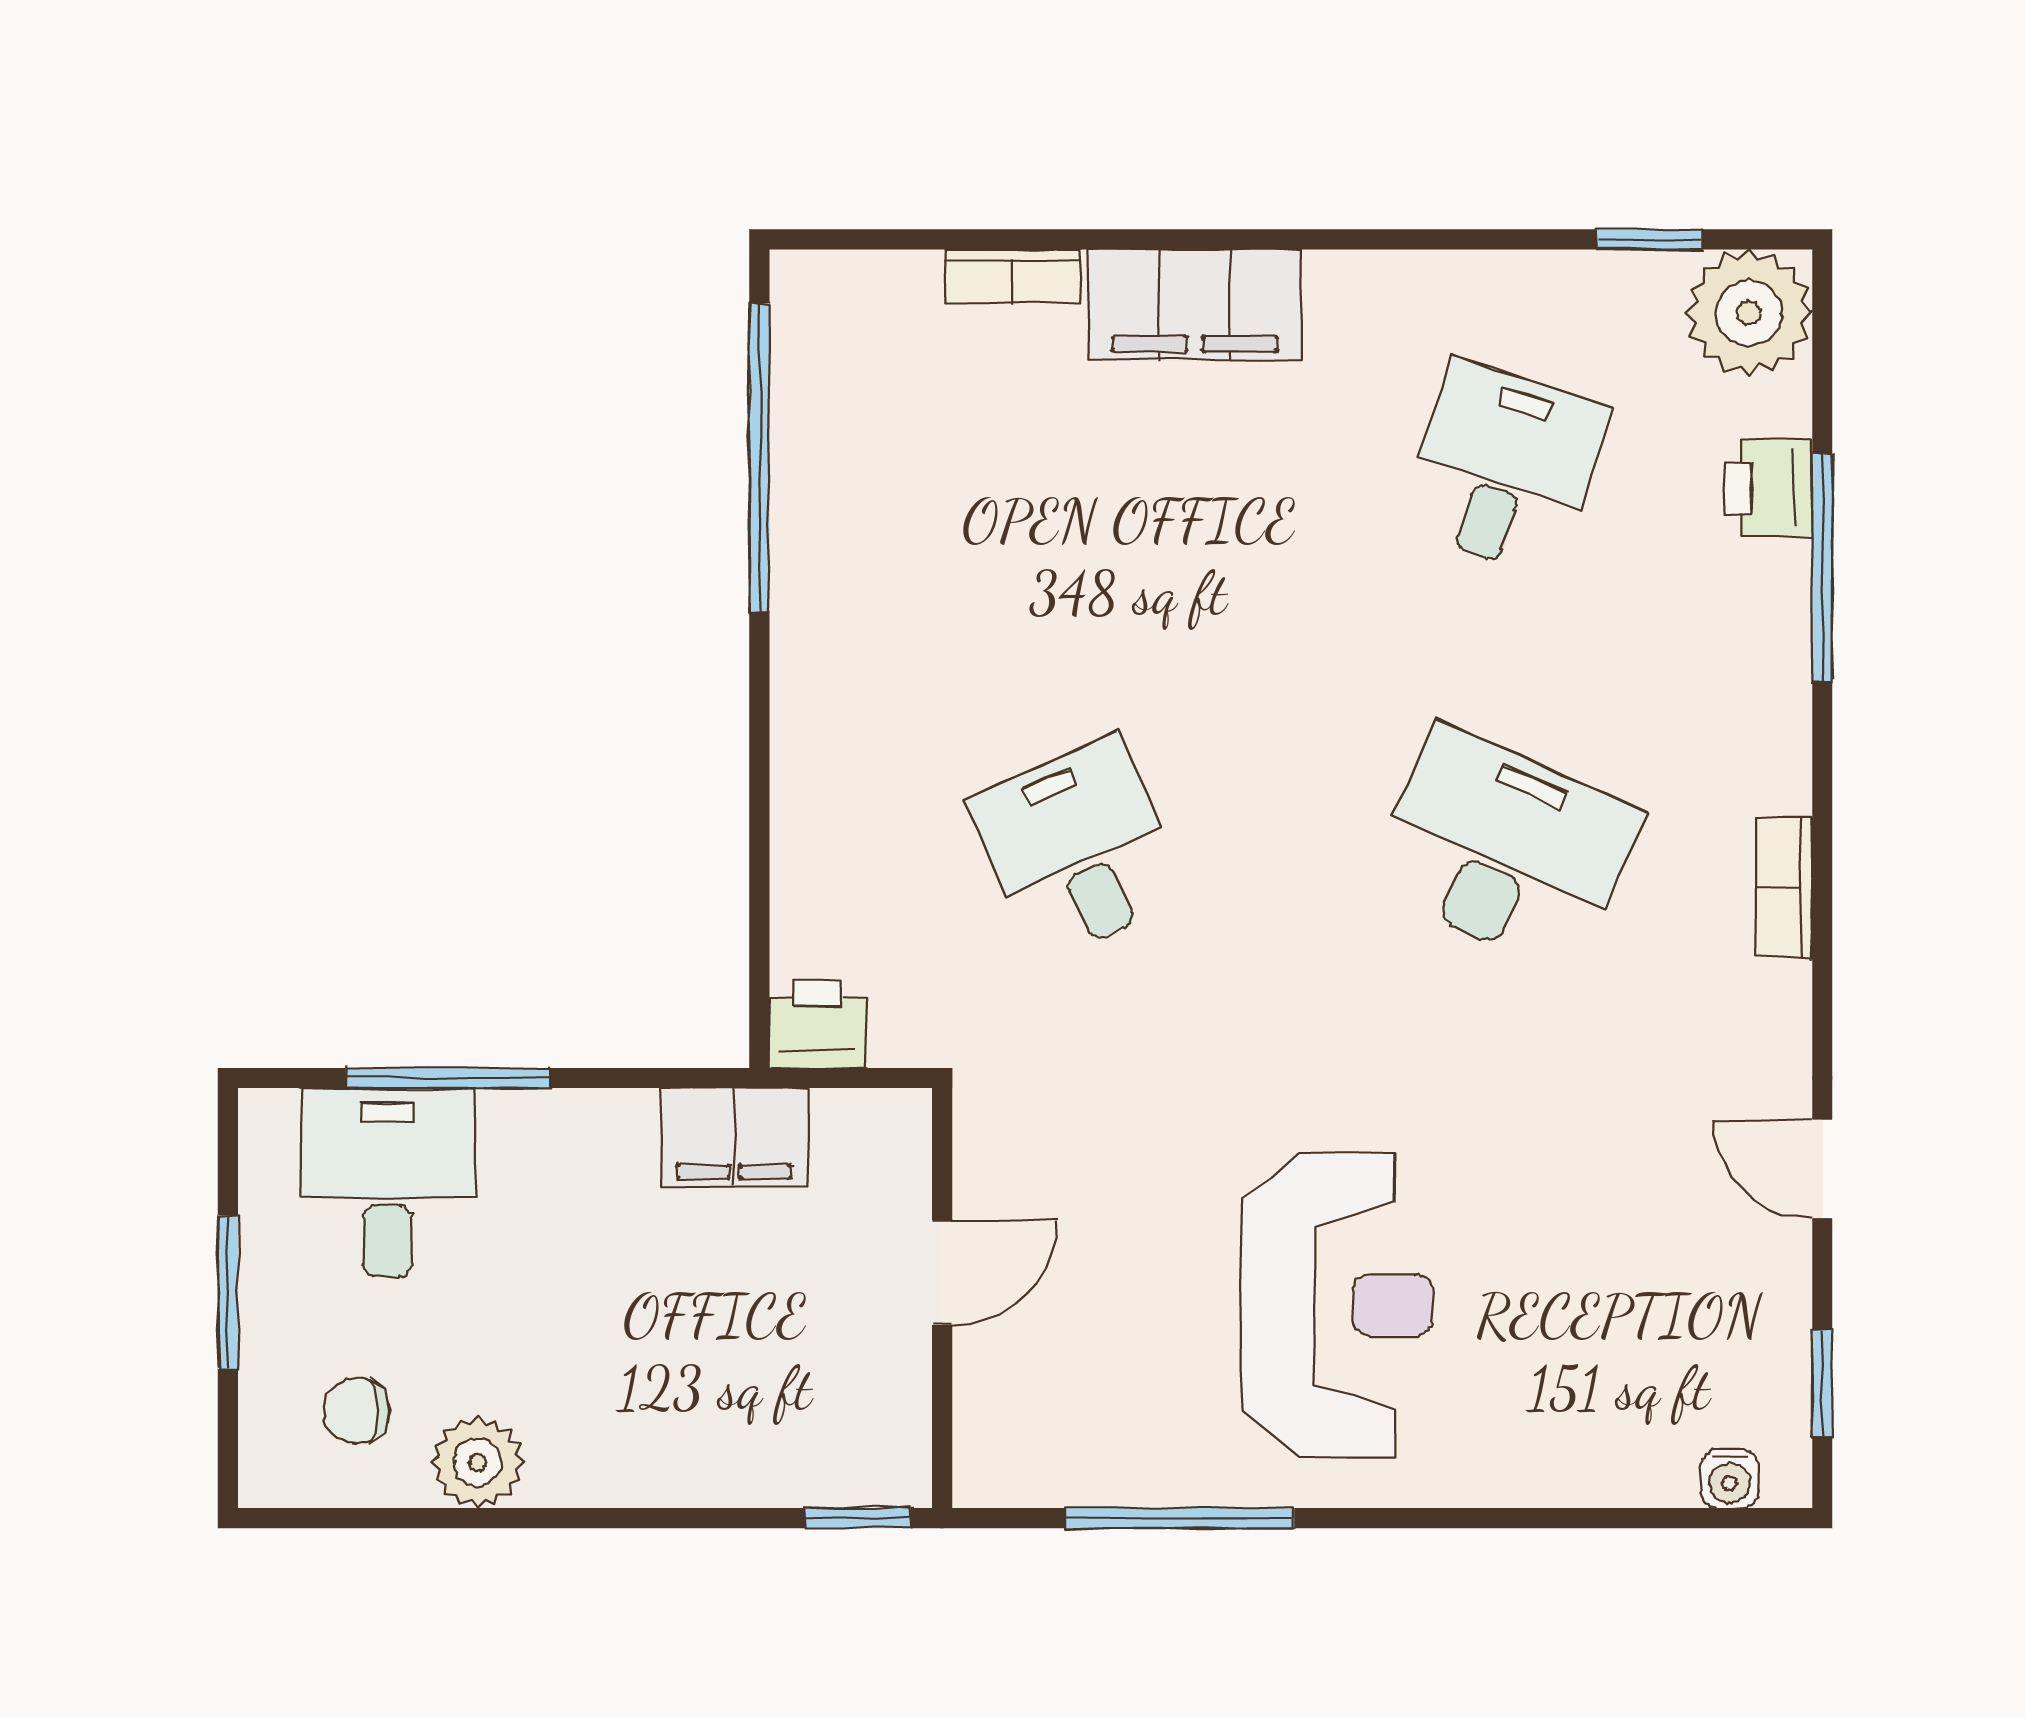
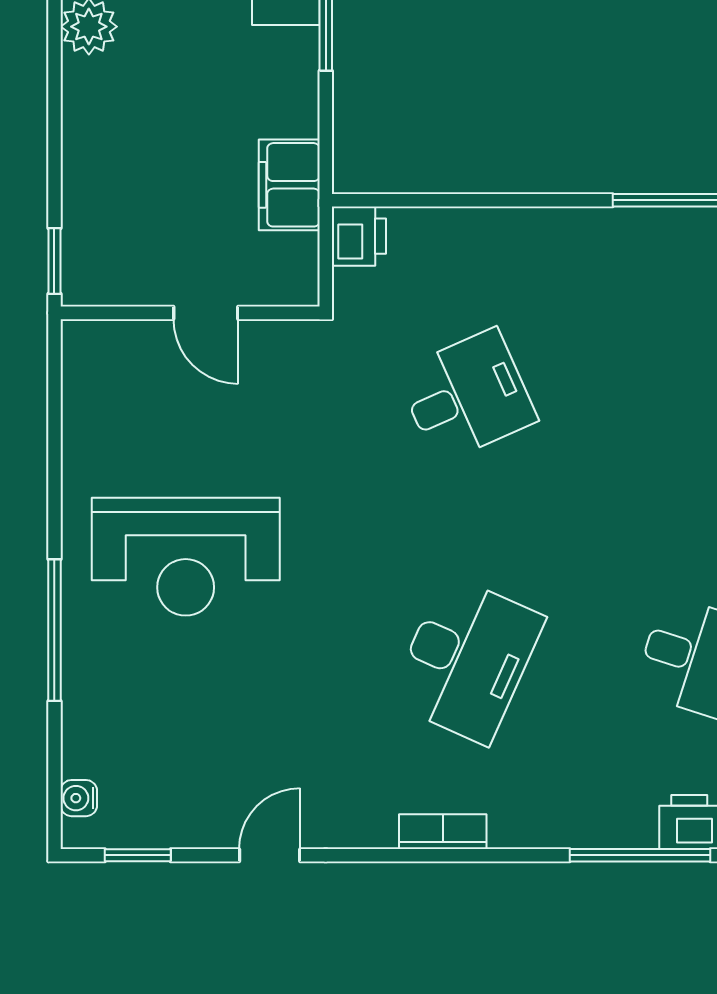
window: (1179, 1518) -> (54, 630), moved

